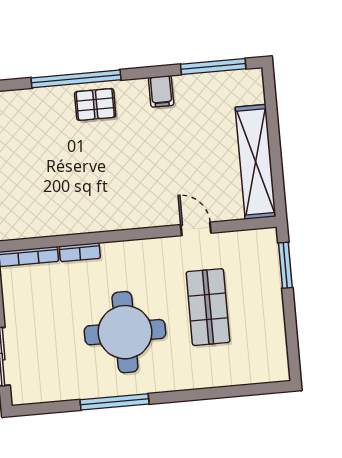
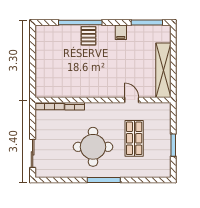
pallet: (95, 104) -> (88, 36), turned 90
window: (285, 265) -> (173, 145), moved
window: (114, 402) -> (104, 180), moved

